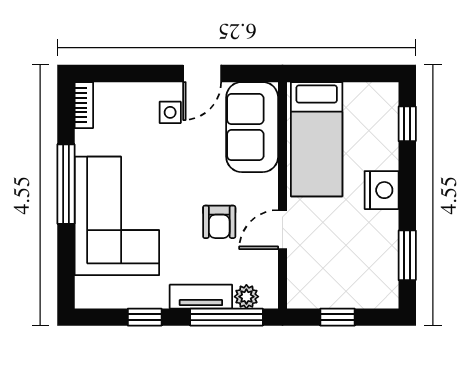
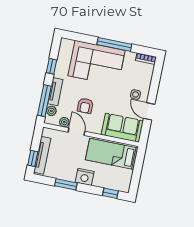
armchair: (219, 222) -> (85, 106), turned -90
window: (407, 255) -> (66, 184), moved
plant: (266, 262) -> (64, 122), added
tv unit: (352, 297) -> (42, 155), added
window: (337, 317) -> (33, 158), moved

